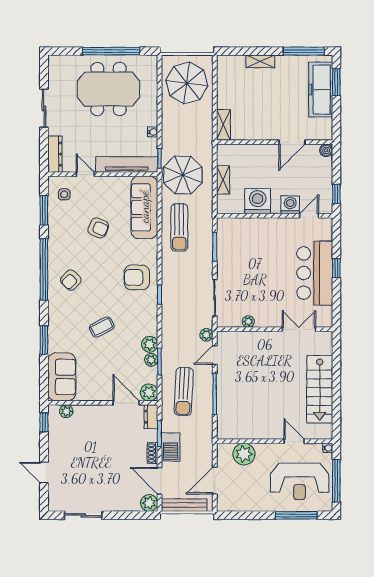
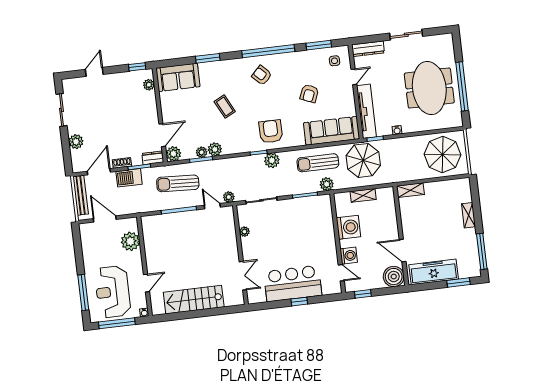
freezer: (321, 90) -> (434, 272), moved
boiler: (326, 150) -> (394, 277), width x1.86, depth x1.86
plant: (205, 220) -> (327, 184), added
plant: (170, 280) -> (272, 160), added
plant: (149, 503) -> (76, 142), moved

